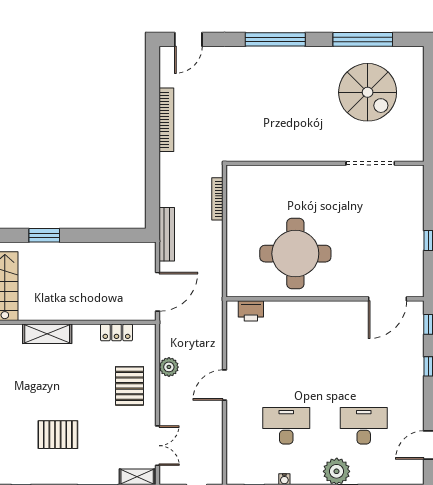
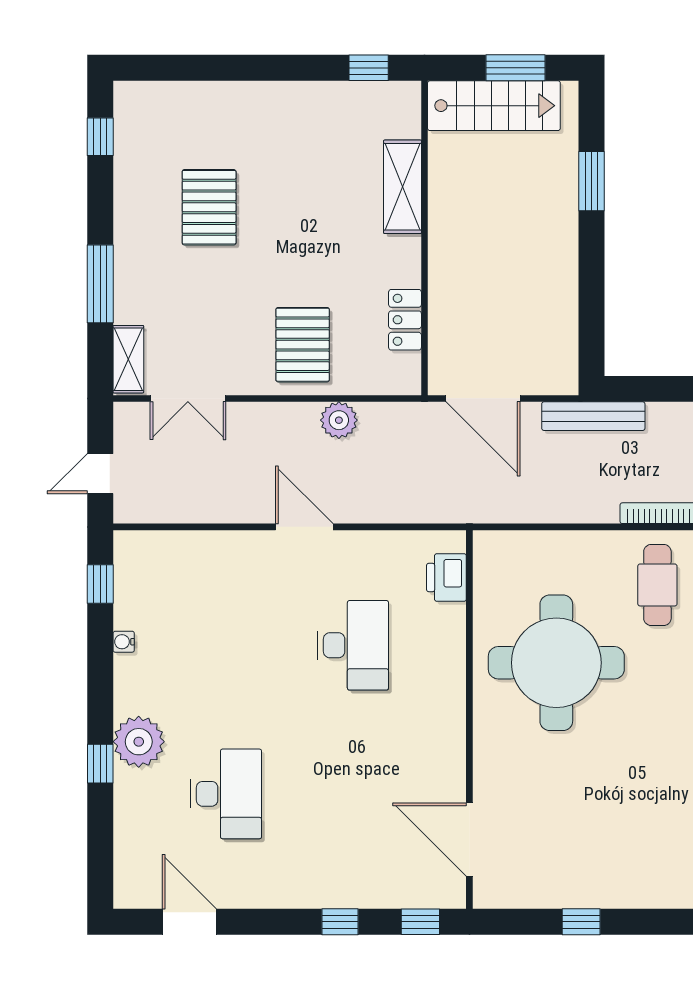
cafe table: (255, 201) -> (657, 585), added
pallet: (129, 386) -> (303, 345), turned 90
desk: (286, 426) -> (353, 645), moved

